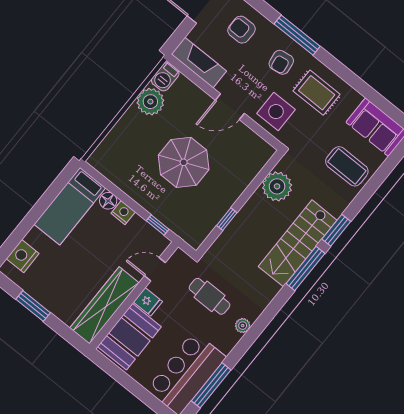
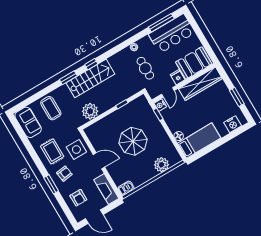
window: (297, 35) -> (51, 184), width x0.69
plant: (150, 102) -> (161, 165), moved
nightstand: (123, 213) -> (160, 105), moved
door: (155, 269) -> (168, 92), hinge flipped
window: (305, 269) -> (91, 64), width x0.46

